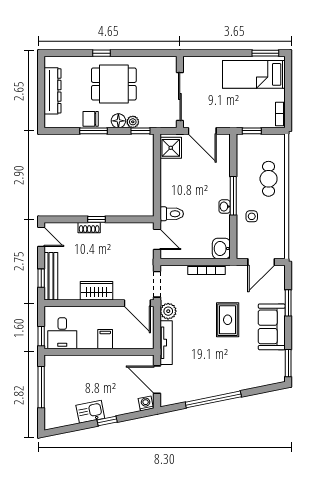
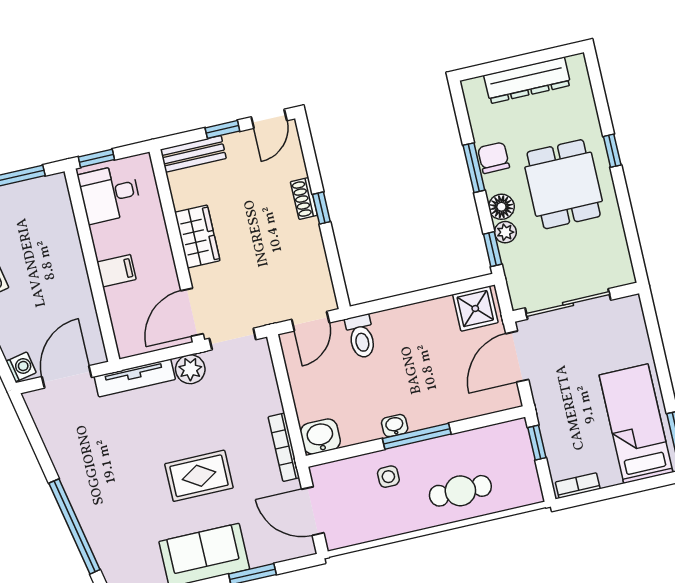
bookcase: (207, 270) -> (284, 447), moved
bench: (51, 276) -> (193, 154), width x0.73
window: (41, 278) -> (222, 129), moved
window: (213, 399) -> (74, 526), moved

